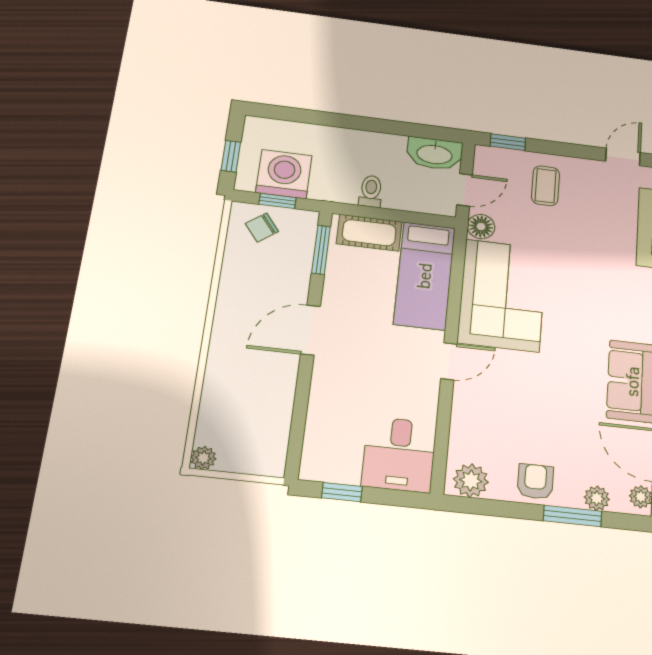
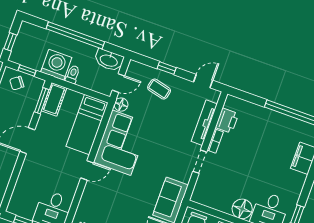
window: (357, 123) -> (75, 35), added
window: (508, 142) -> (167, 68), moved
washing machine: (284, 174) -> (56, 65), moved
coffee table: (546, 186) -> (159, 89), turned -76
cot: (369, 233) -> (54, 99), moved, turned 90

